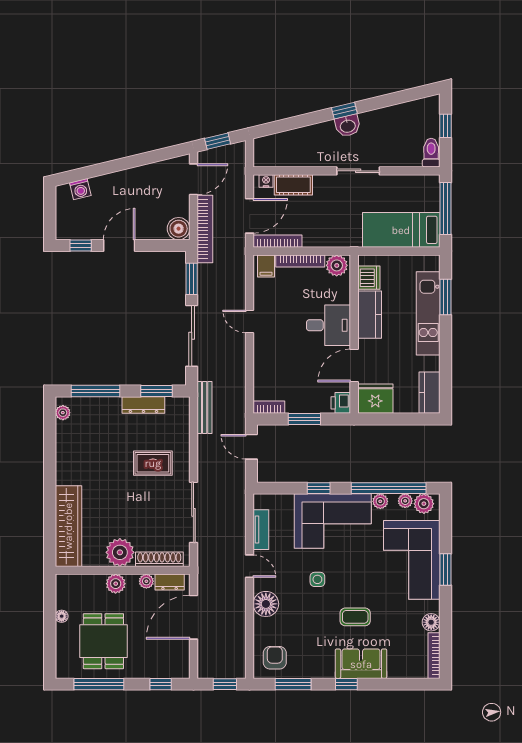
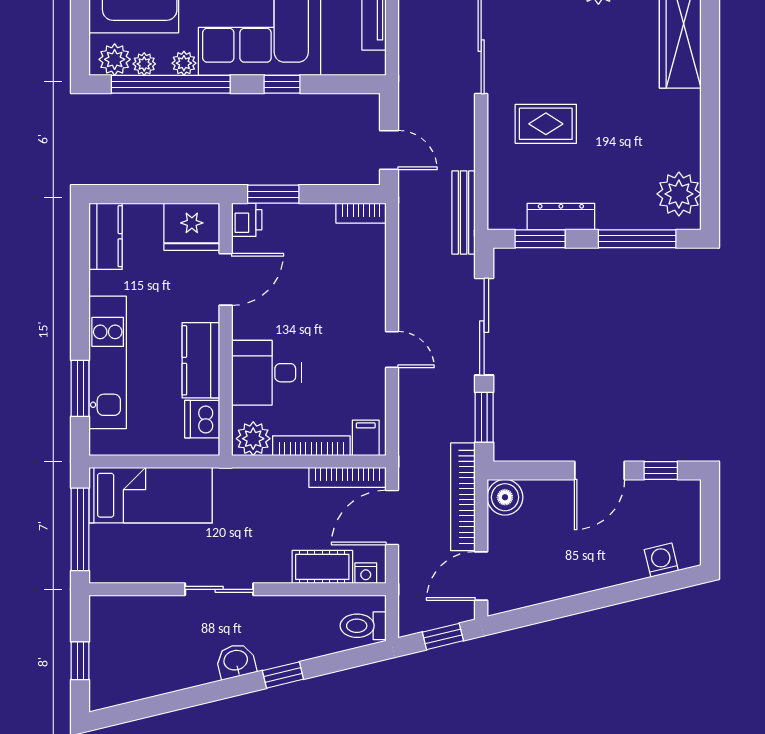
window: (344, 111) -> (283, 675), moved
toilet: (431, 153) -> (363, 626), moved, turned 90
desk: (328, 325) -> (266, 373), moved
plant: (63, 413) -> (679, 194), width x1.87, depth x1.87
window: (304, 419) -> (273, 194), moved

